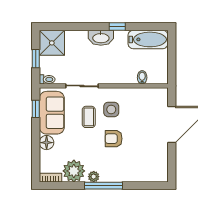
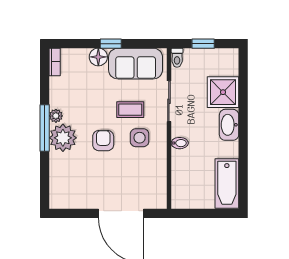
window: (117, 26) -> (243, 145), removed
shower: (52, 43) -> (223, 92), moved
bidet: (142, 77) -> (180, 143), moved
window: (36, 109) -> (111, 44), moved
plant: (74, 171) -> (63, 138), moved

